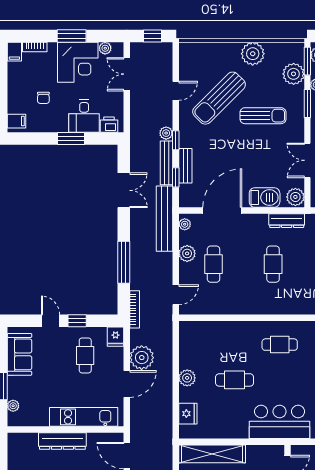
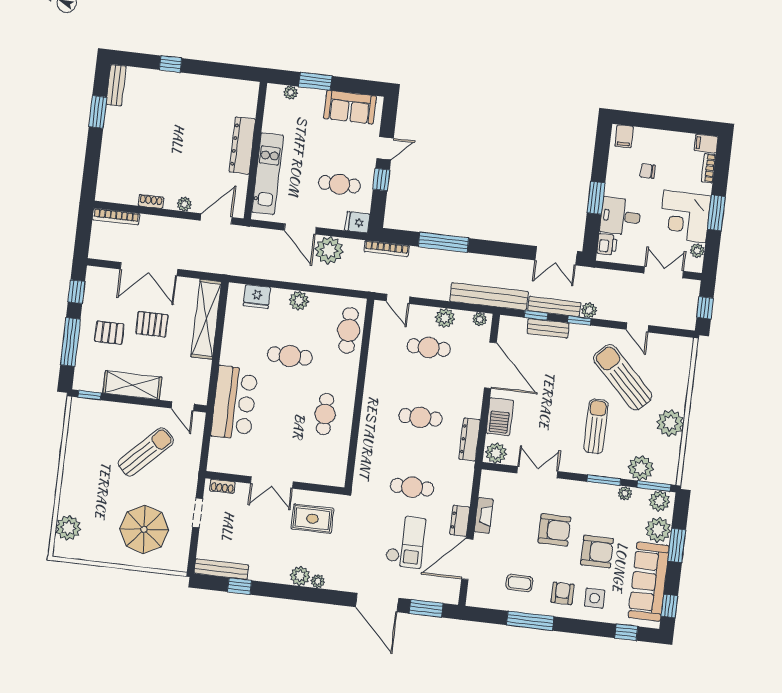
sun lounger: (263, 116) -> (596, 426), turned 180
double door: (124, 190) -> (556, 256), moved
cafe table: (207, 333) -> (349, 330), added
cafe table: (235, 380) -> (290, 356), turned 90

